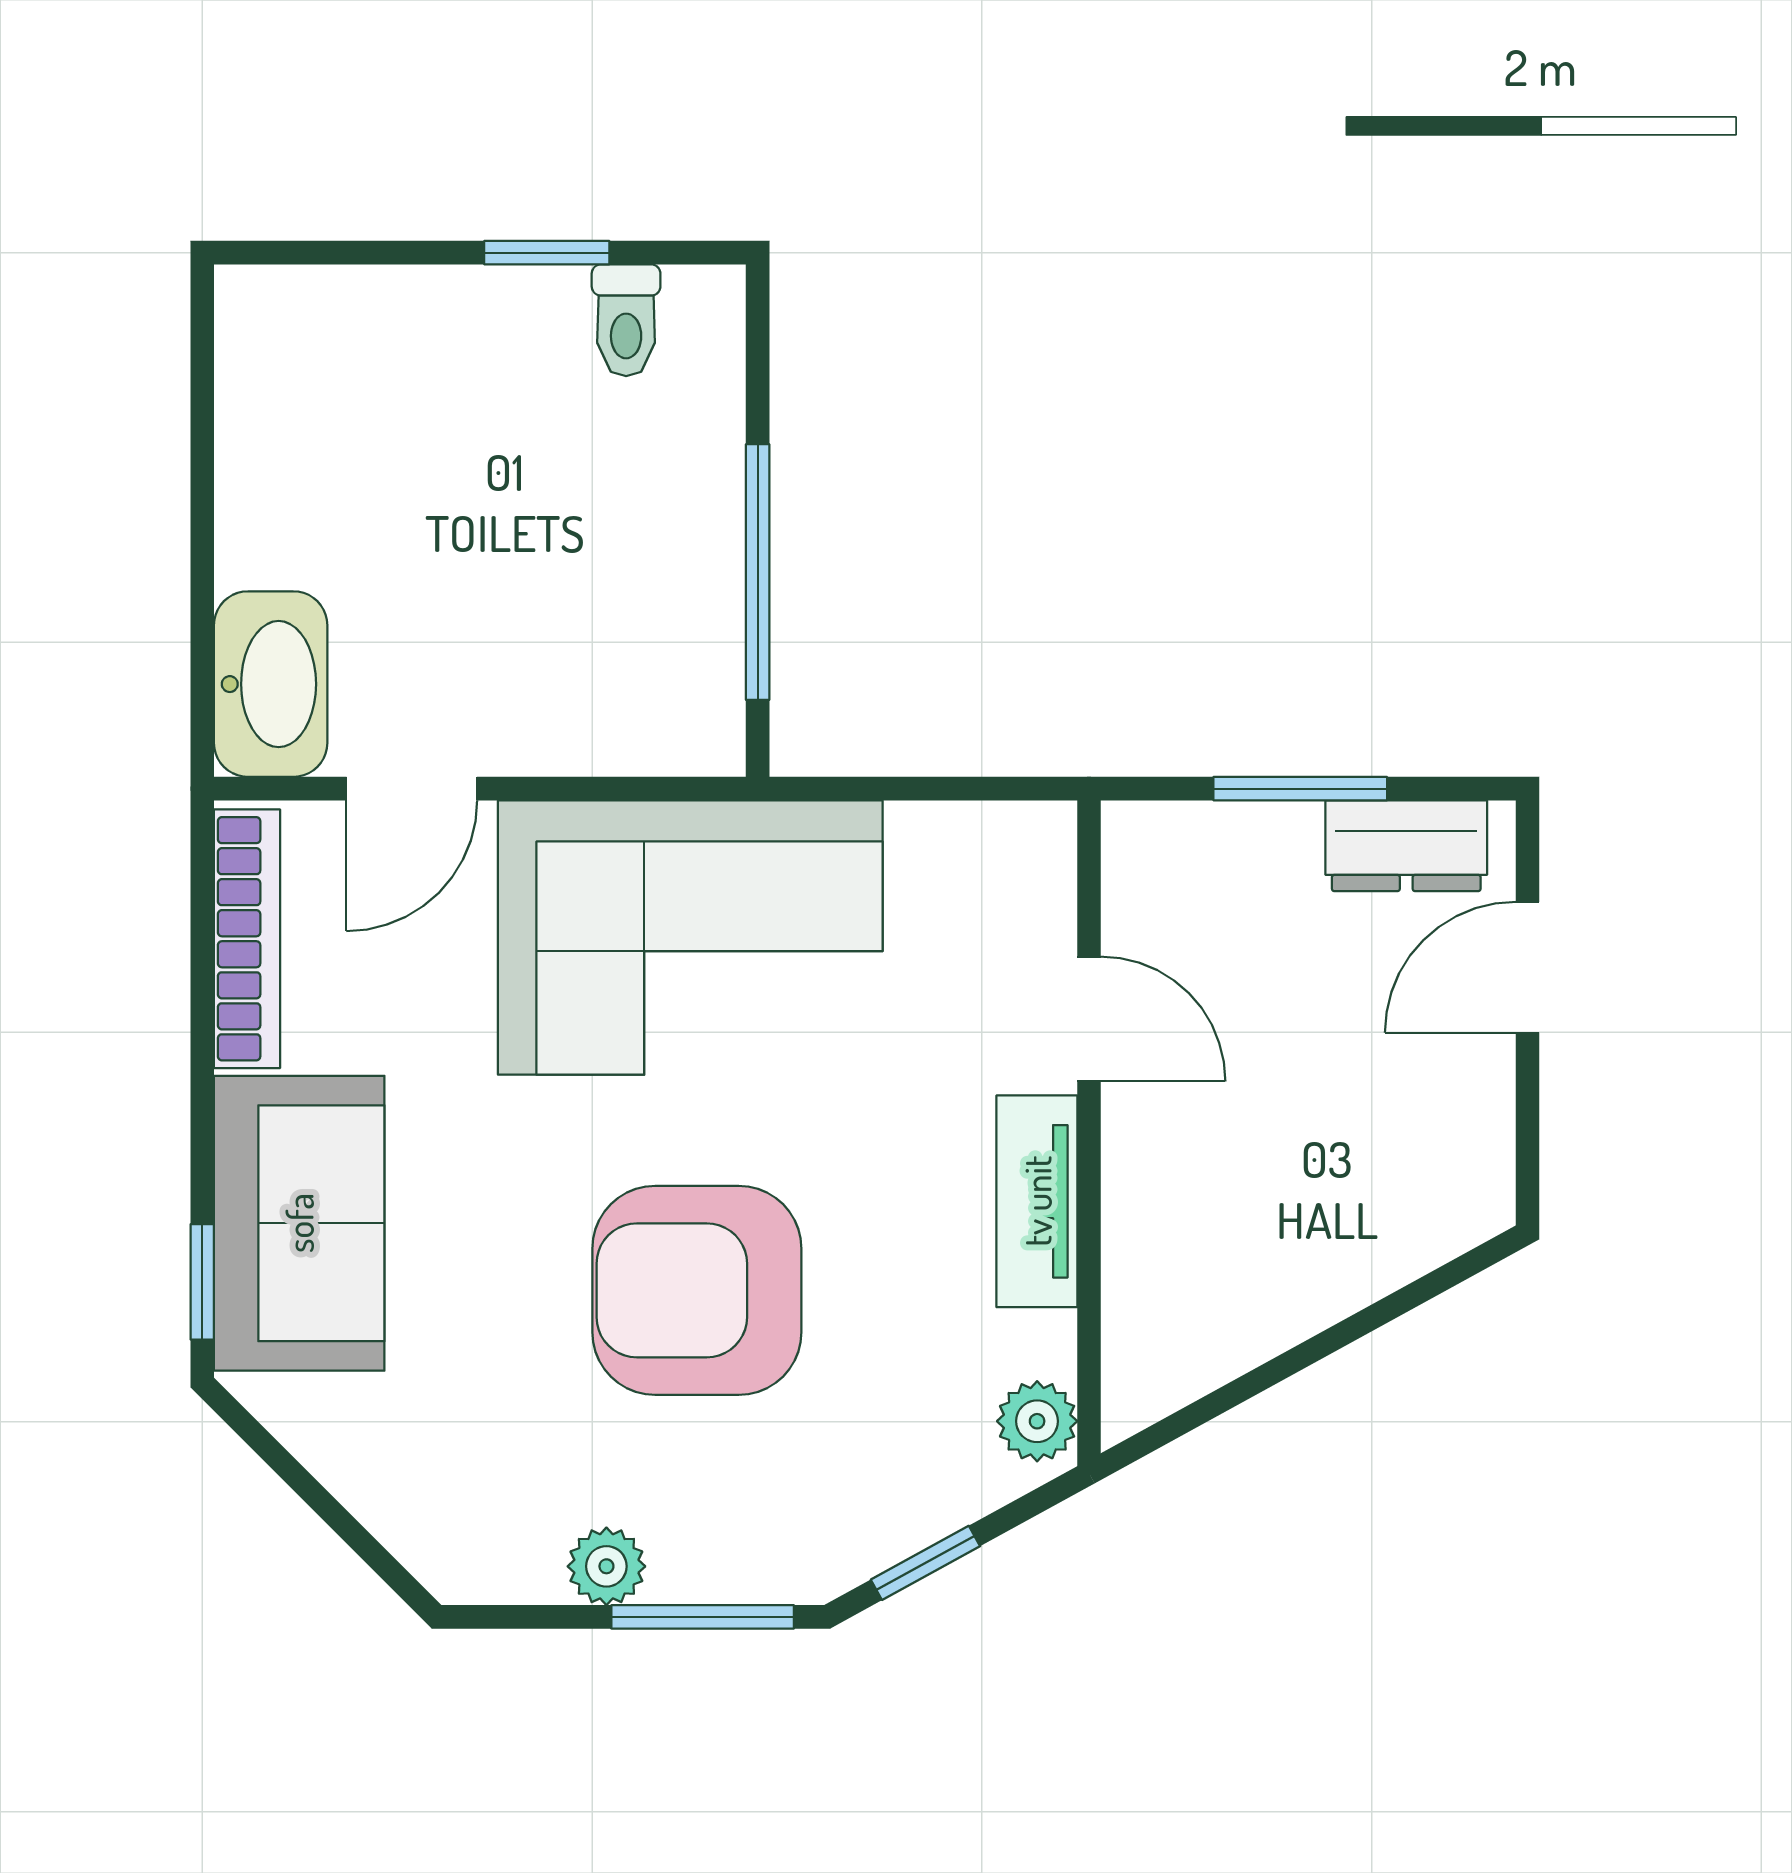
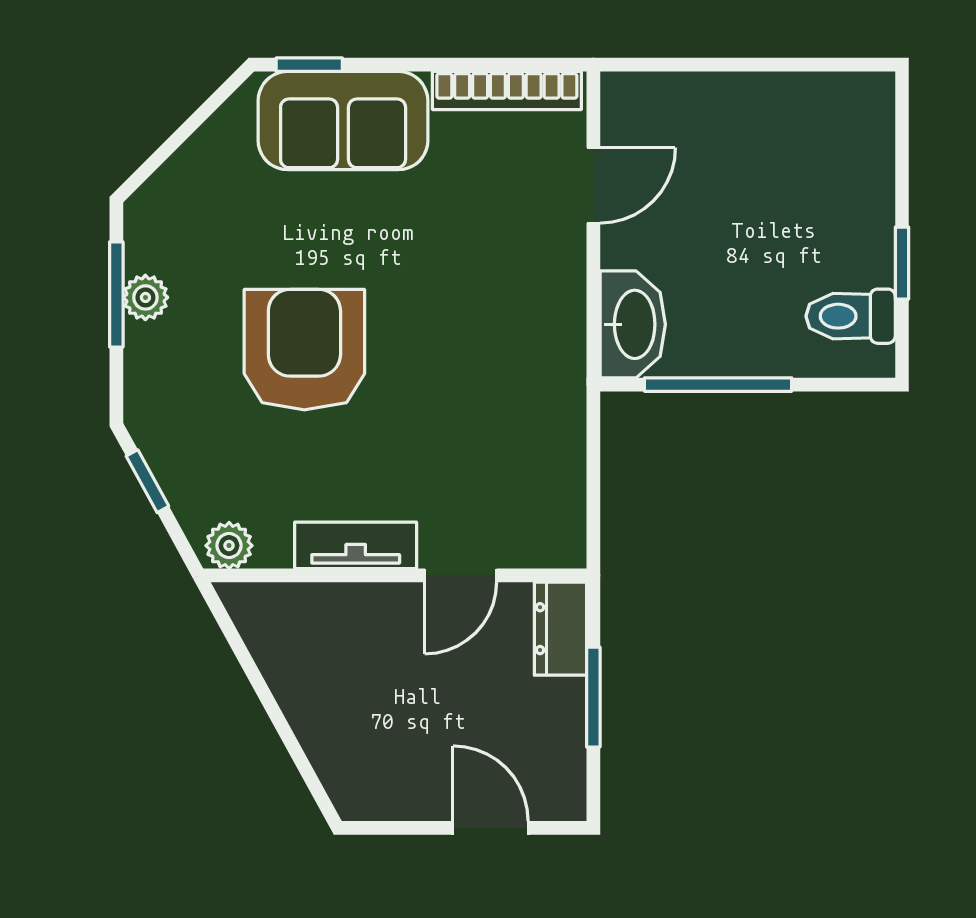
toilet: (626, 320) -> (851, 316), width x1.37, depth x1.39
washbasin: (271, 684) -> (633, 324), moved, turned -90
door: (412, 789) -> (593, 185), swing flipped
dresser: (1406, 846) -> (560, 629), moved
corner sofa: (690, 938) -> (508, 346), removed
window: (703, 1617) -> (116, 294), moved

